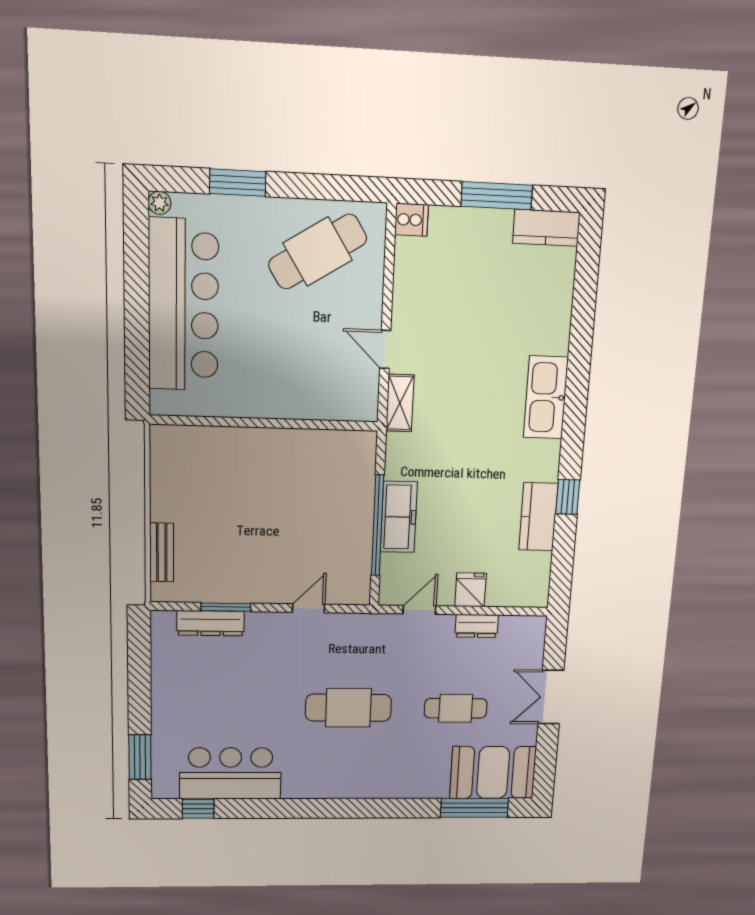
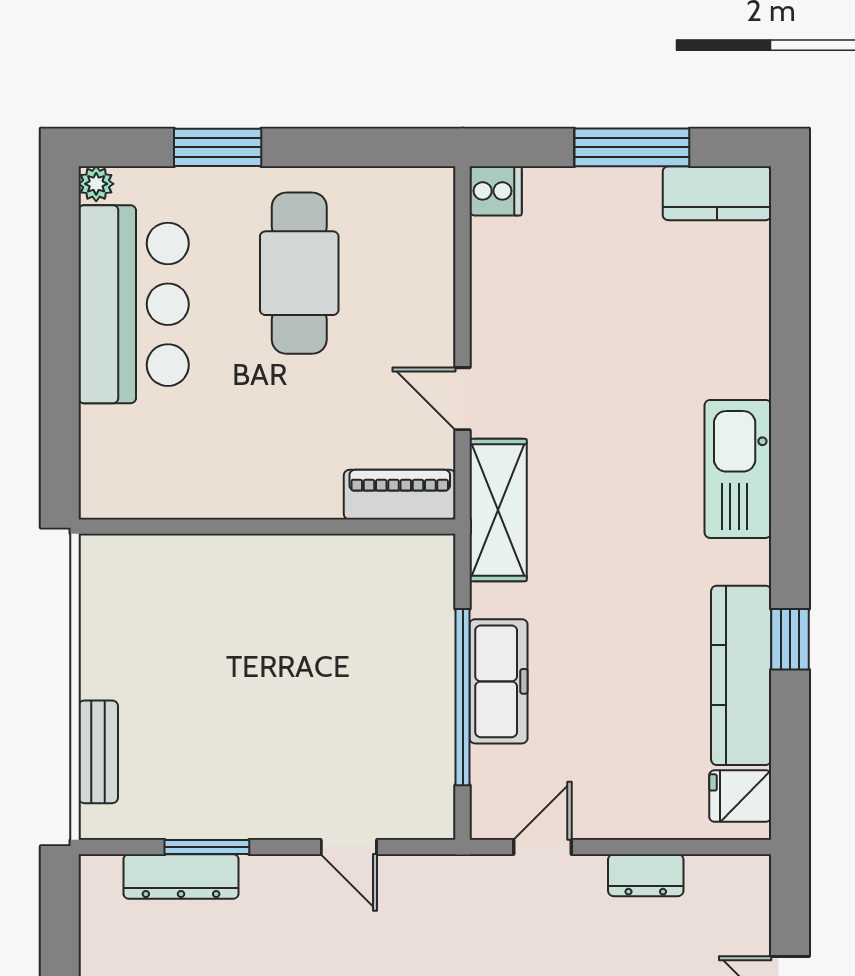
cafe table: (318, 252) -> (299, 273), moved, turned -58
bar counter: (183, 305) -> (134, 304), width x0.73
shelving: (400, 403) -> (498, 510), width x1.50, depth x1.33
piano: (345, 406) -> (400, 495), added
kitchen counter: (538, 517) -> (741, 675), width x1.50
fridge: (470, 590) -> (740, 796), moved, turned -90
door: (309, 608) -> (349, 847), swing flipped

